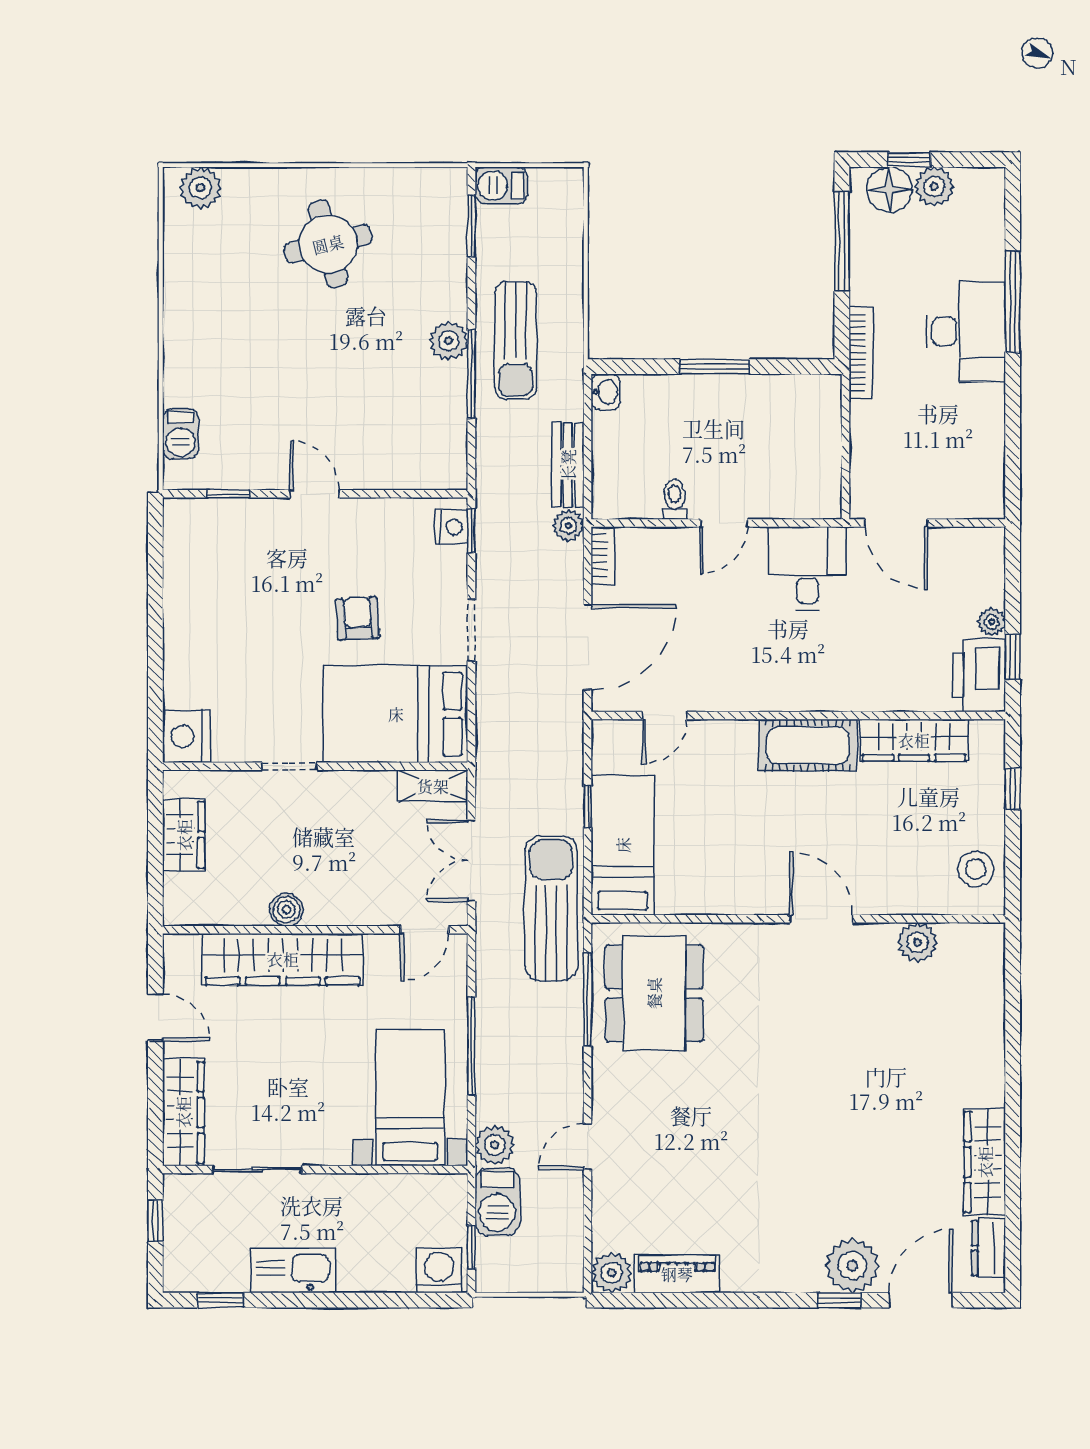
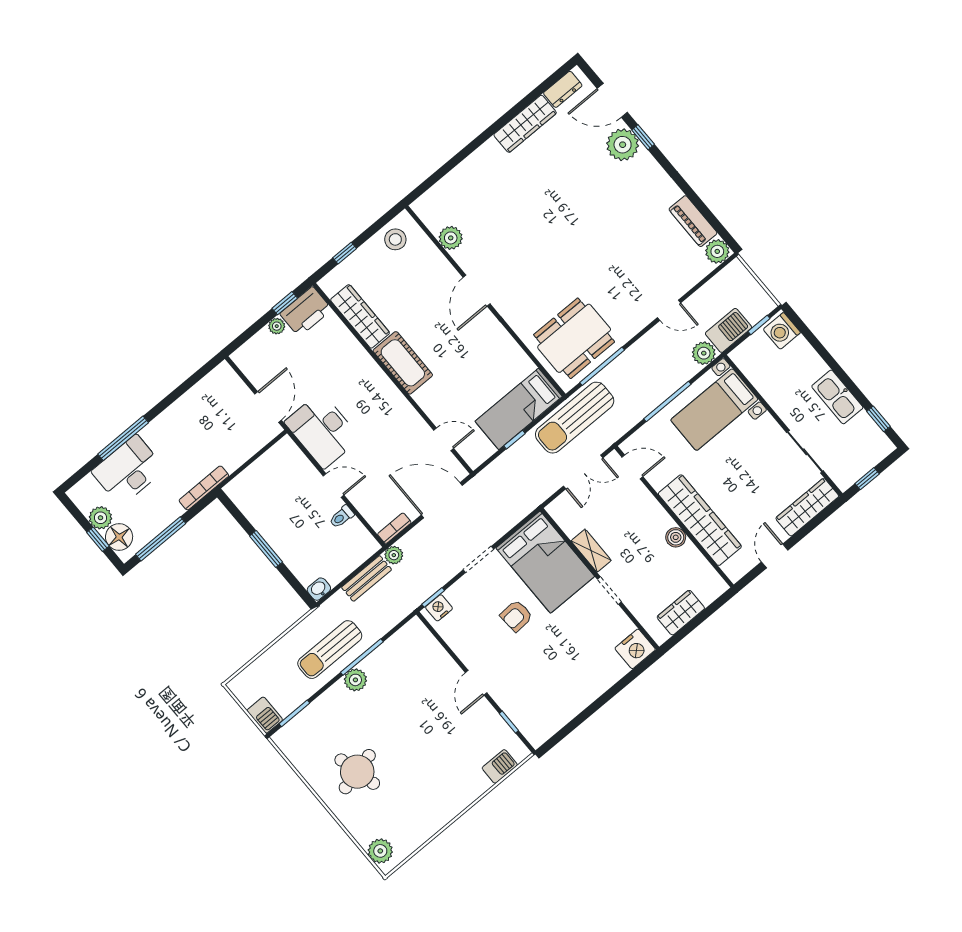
desk: (966, 331) -> (128, 470), moved
sun lounger: (516, 341) -> (330, 650), turned 180
desk: (807, 568) -> (322, 430), width x1.37
shelving: (433, 786) -> (591, 551), moved

